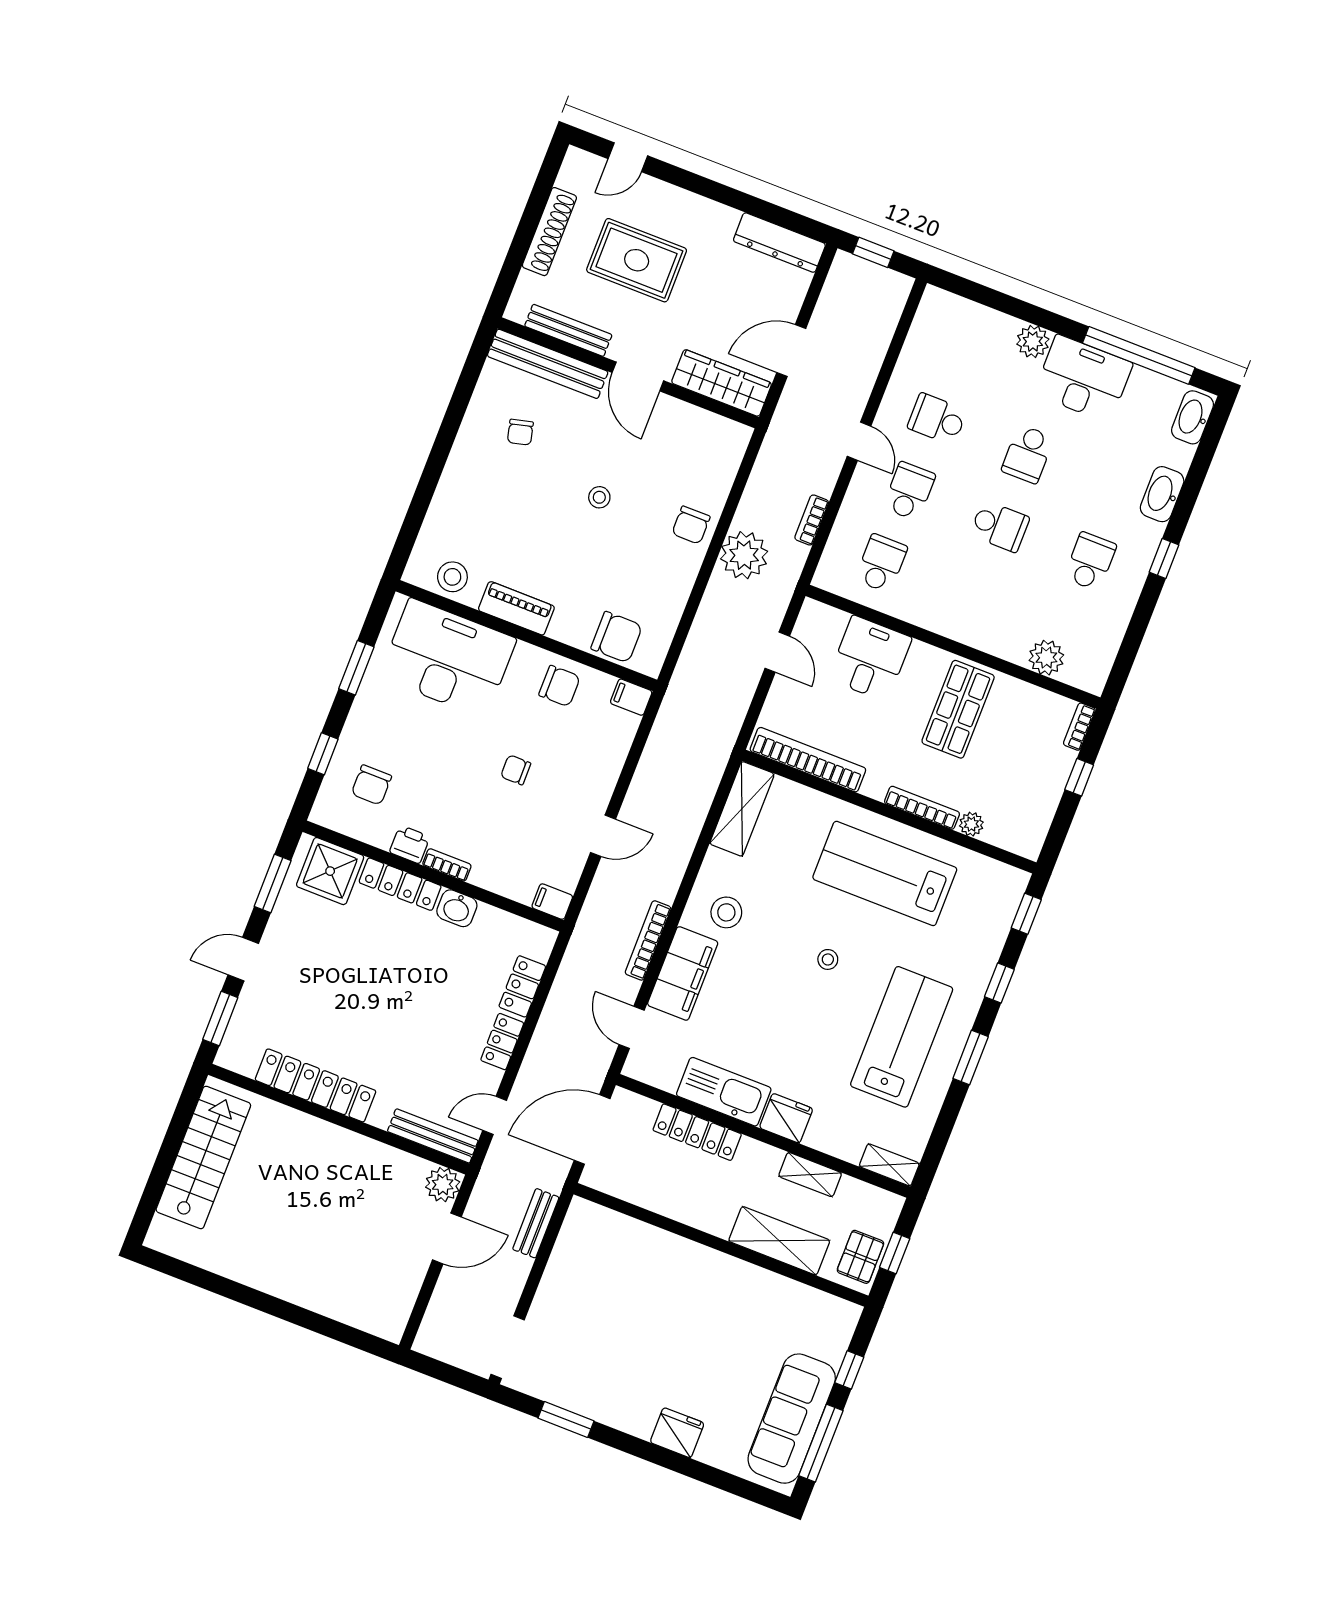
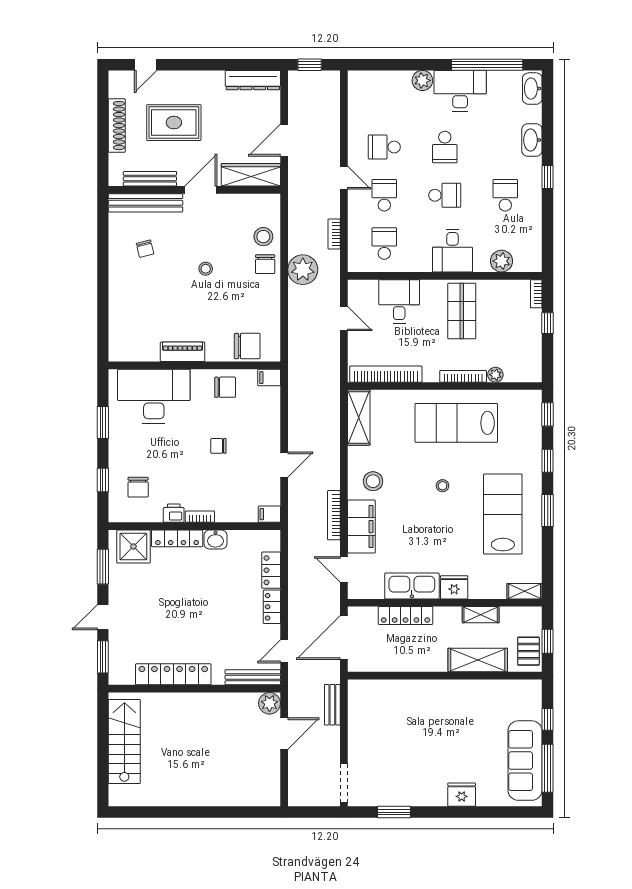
door: (638, 377) -> (201, 190), swing flipped
stool: (452, 577) -> (263, 237), moved
desk: (979, 613) -> (452, 251), added

